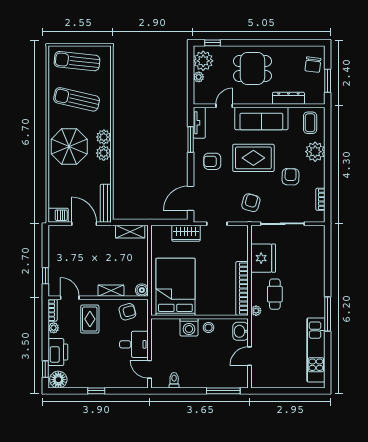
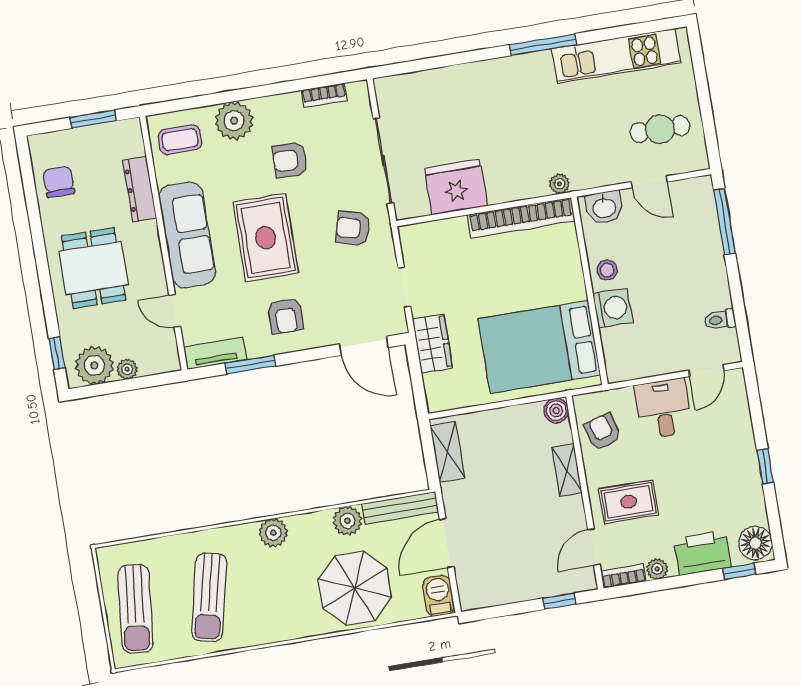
chair: (313, 65) -> (59, 182), moved, turned -97
parasol: (69, 147) -> (355, 588), moved
plant: (104, 153) -> (347, 521), moved
cafe table: (275, 294) -> (660, 129), moved

